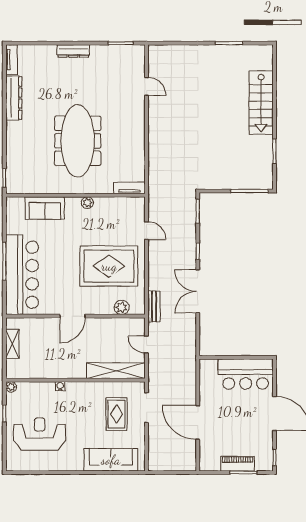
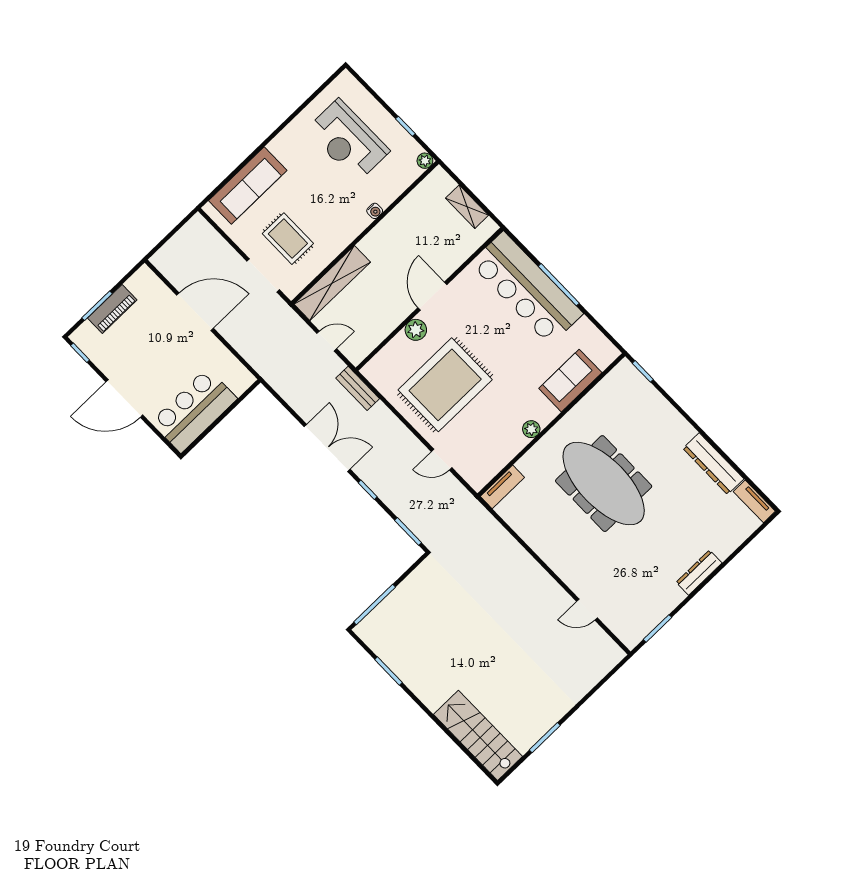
stairs: (261, 103) -> (478, 735), moved
plant: (122, 307) -> (416, 330), moved
reception desk: (40, 434) -> (348, 140), turned 90

